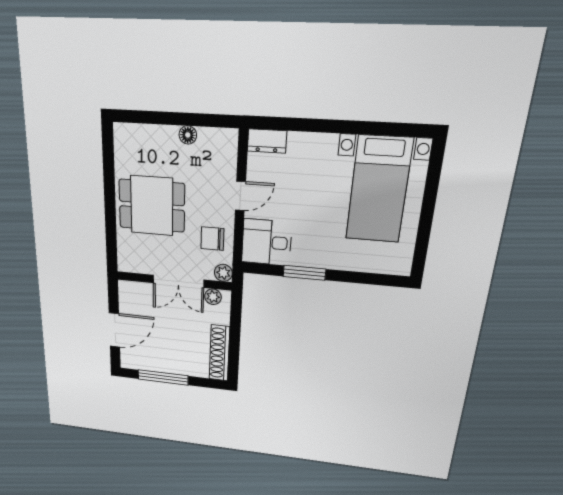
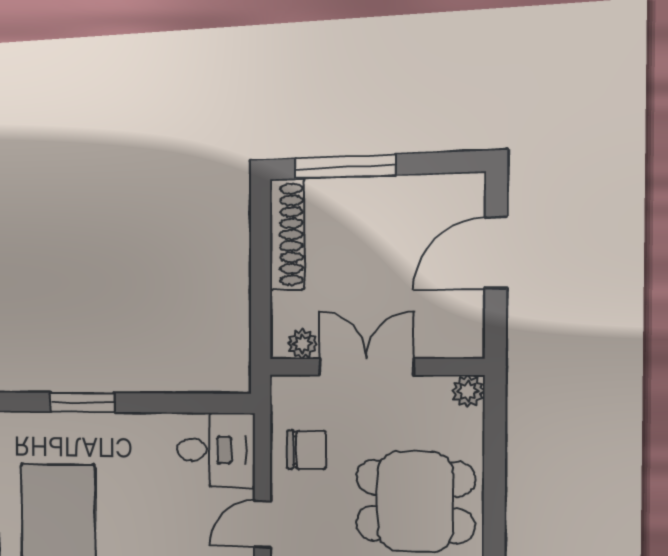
plant: (223, 273) -> (468, 391), moved
window: (304, 273) -> (83, 402), moved
window: (163, 377) -> (345, 167), moved

